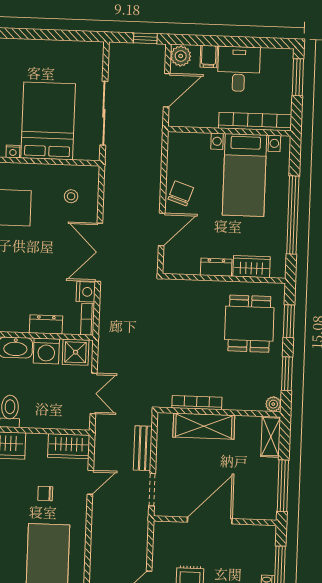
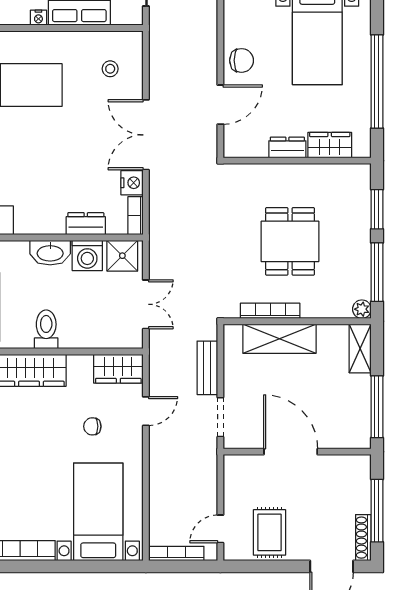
chair: (181, 193) -> (242, 60), turned 71
dining table: (249, 324) -> (290, 241), moved
window: (287, 374) -> (377, 272), width x1.44
door: (210, 520) -> (291, 452), hinge flipped

